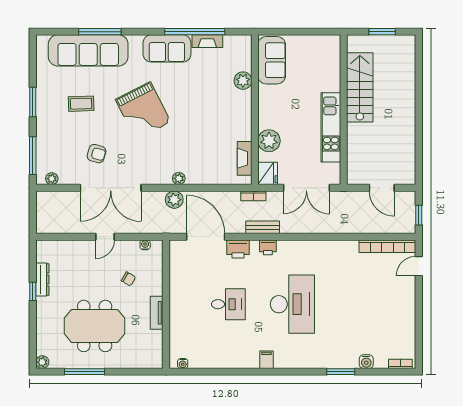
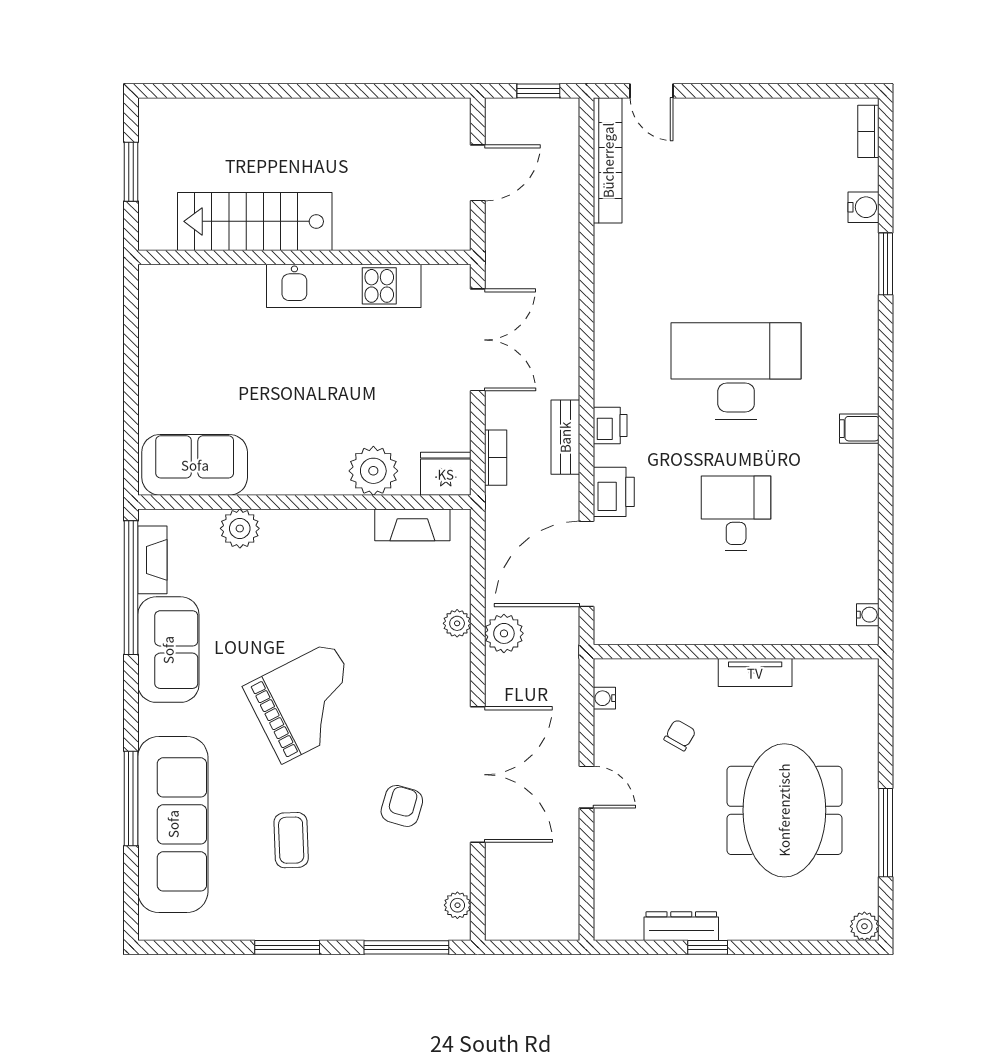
sofa: (272, 60) -> (195, 465), moved
plant: (243, 81) -> (240, 528), moved
wall: (255, 110) -> (304, 502), moved
plant: (269, 141) -> (373, 471), moved
fireplace: (245, 158) -> (412, 525), moved
fridge: (268, 173) -> (446, 474), moved

